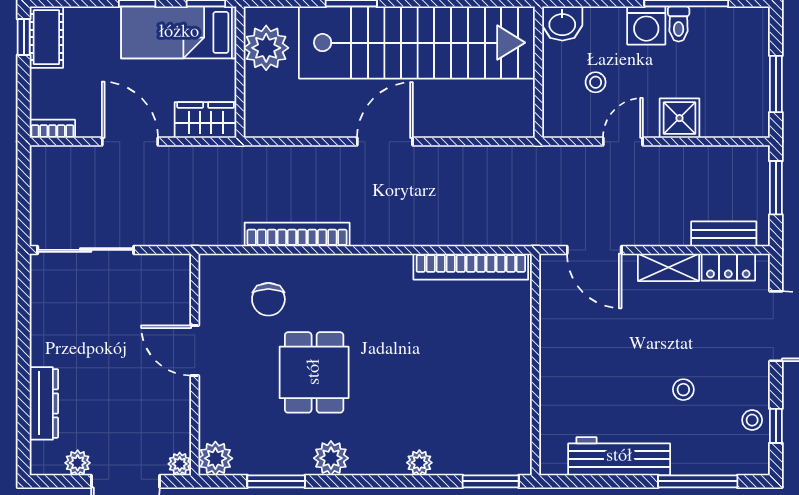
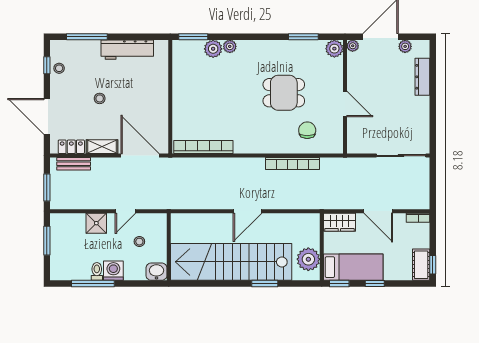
door: (594, 250) -> (140, 156), width x1.36
dining table: (314, 372) -> (284, 93), turned 90
stool: (683, 390) -> (100, 98), moved
plant: (331, 458) -> (213, 49), moved

